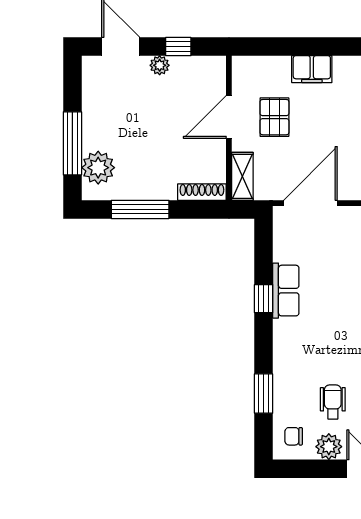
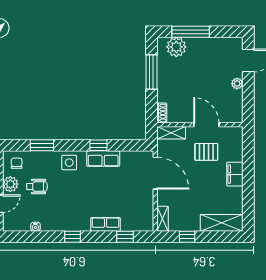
window: (178, 47) -> (248, 95), removed
shoe rack: (202, 192) -> (162, 113), width x0.70
side table: (292, 348) -> (69, 163), added

